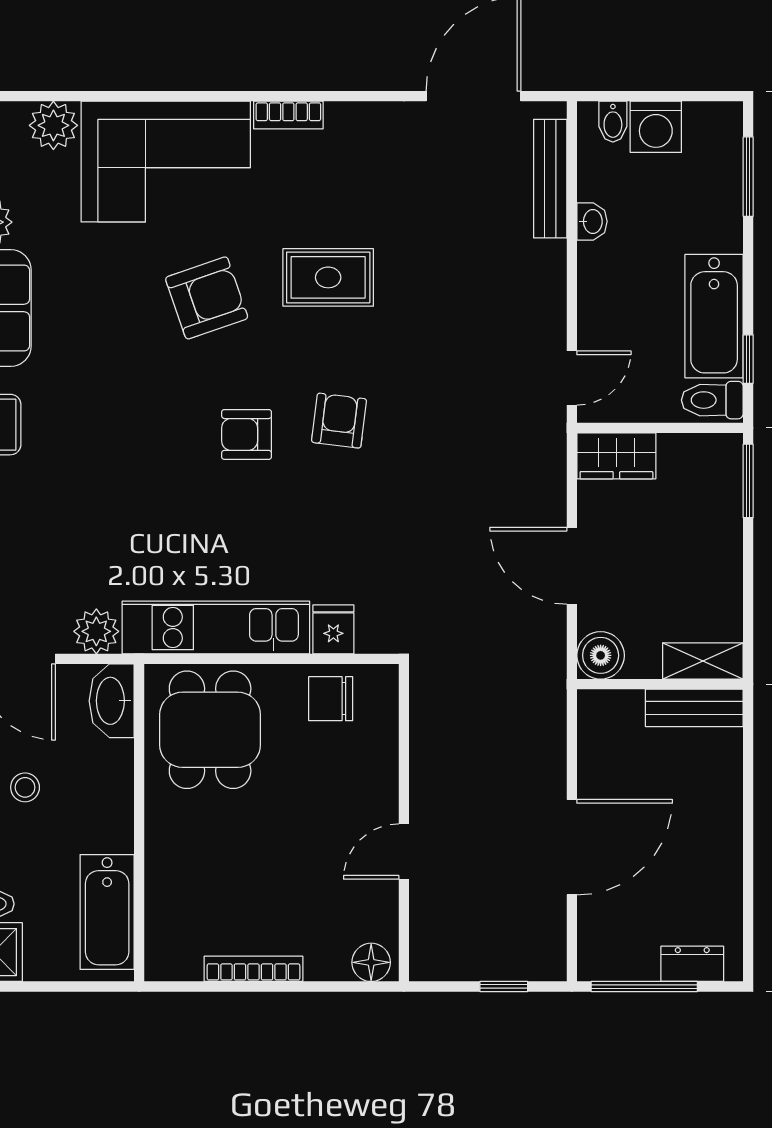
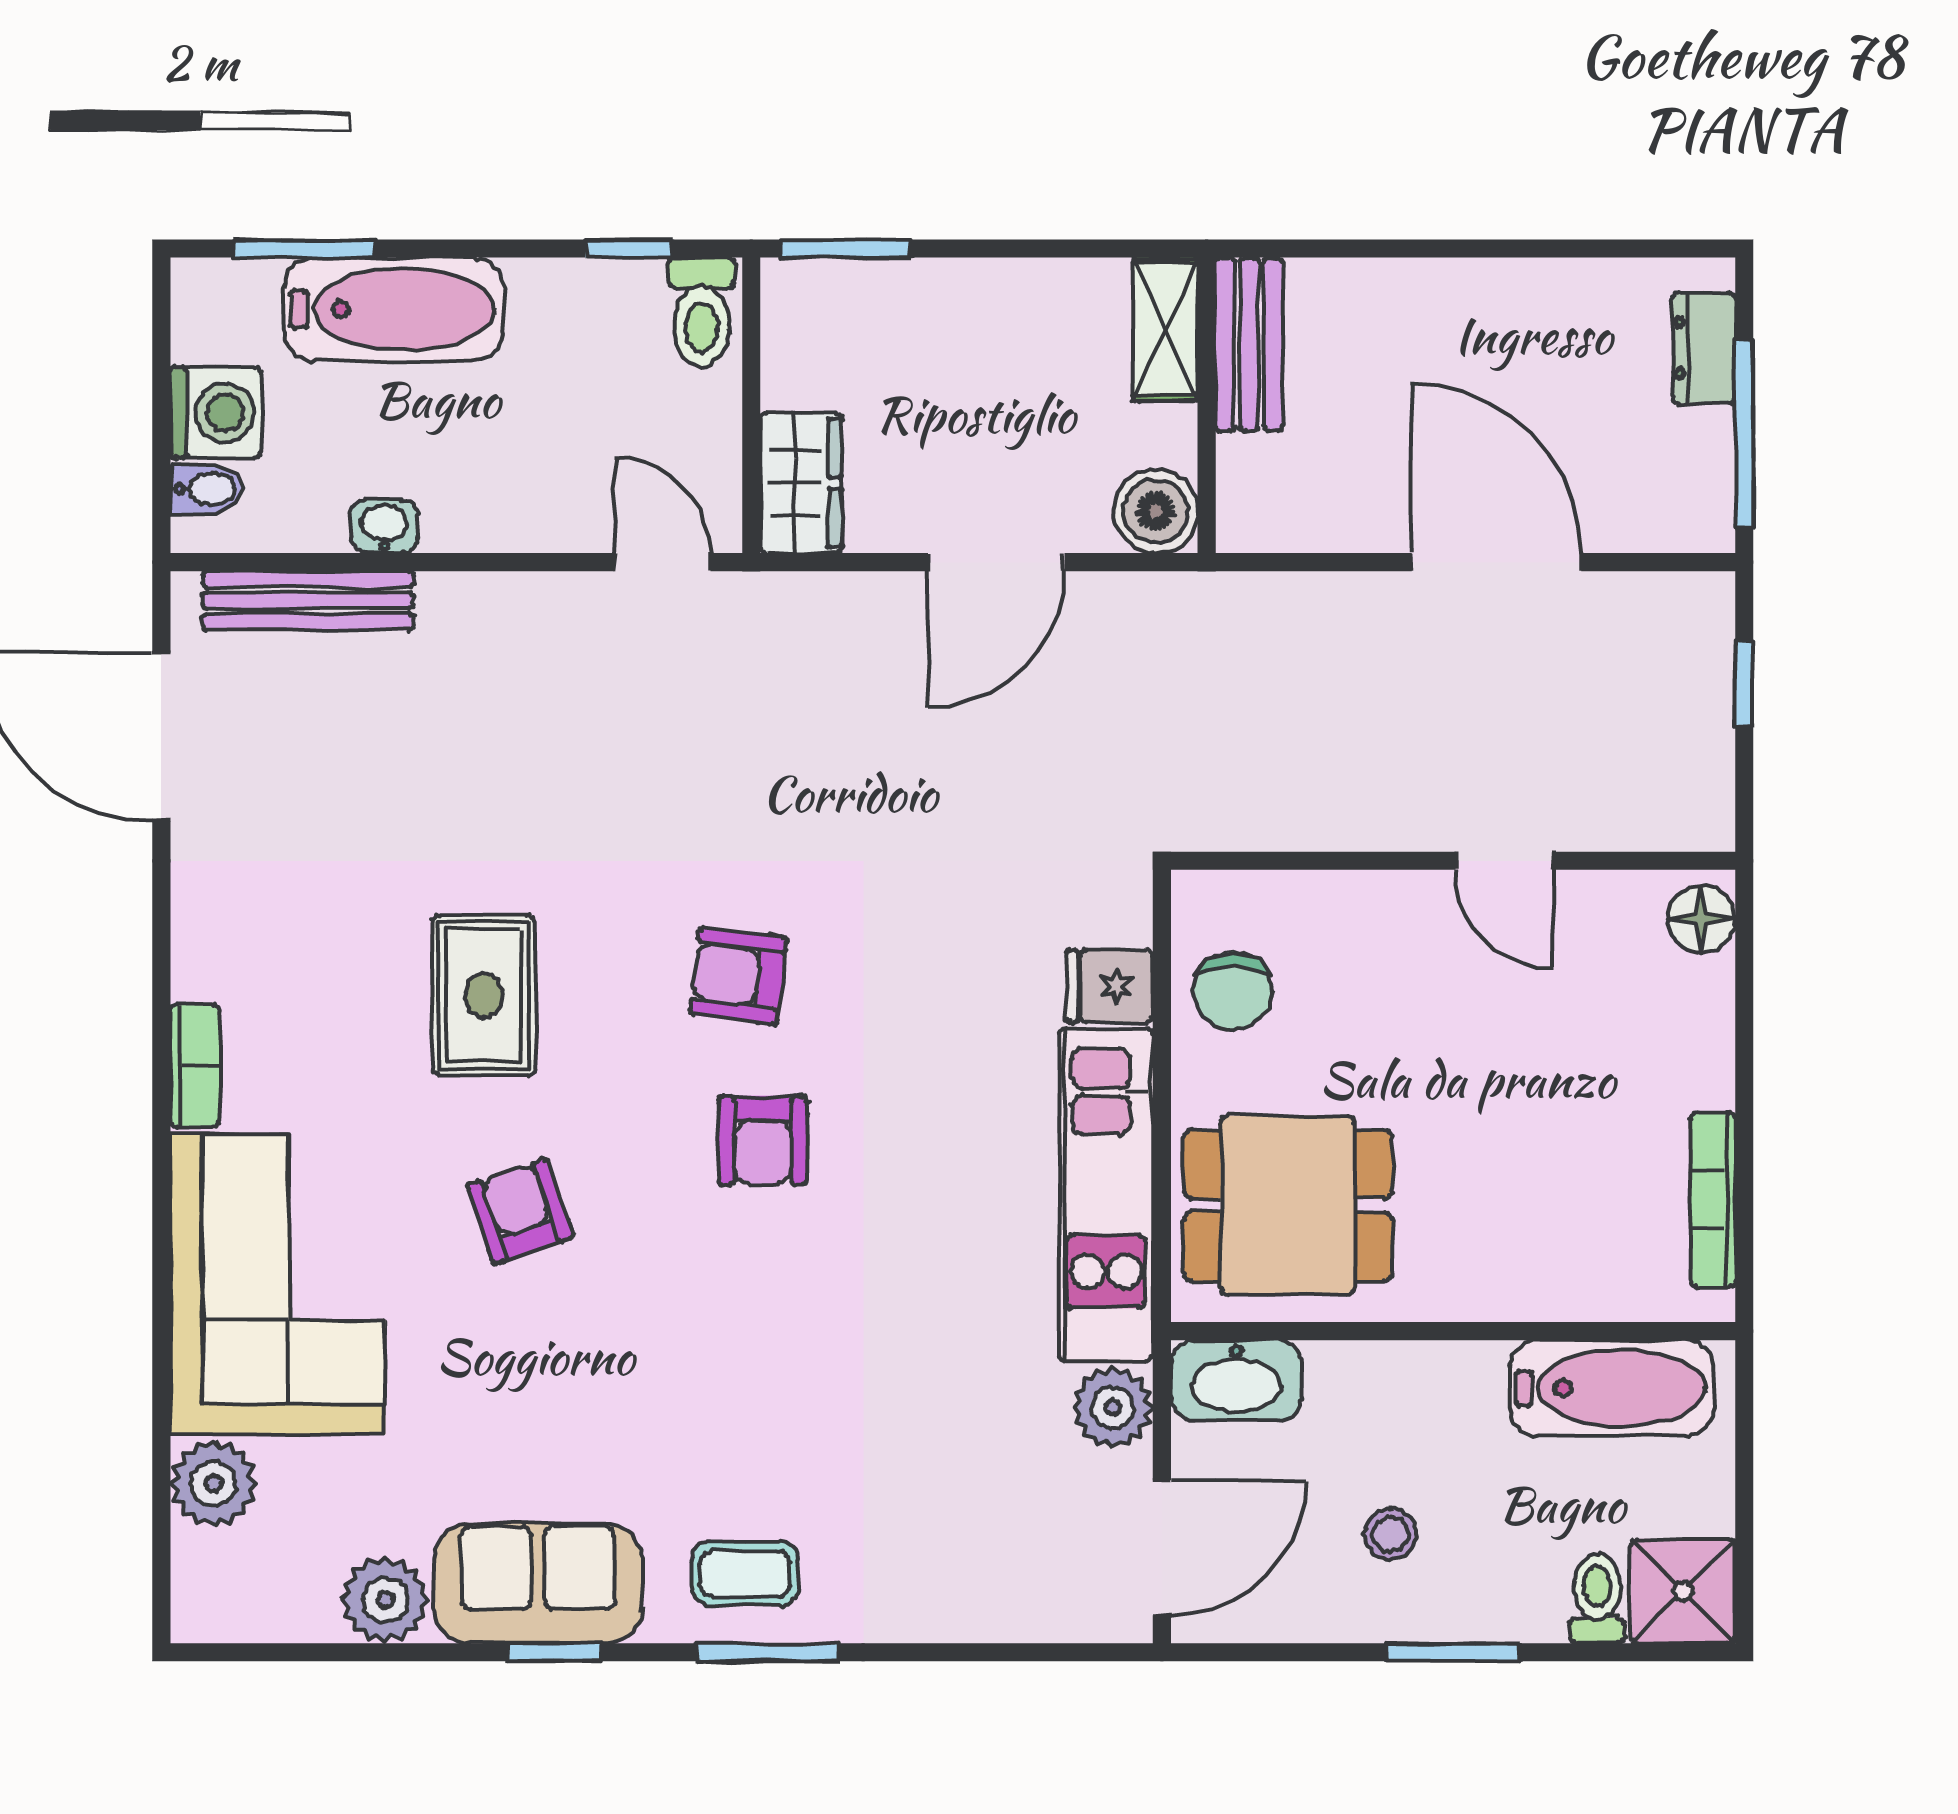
armchair: (207, 298) -> (520, 1211), width x0.72, depth x0.72
bathtub: (714, 316) -> (393, 309), moved
bookcase: (254, 969) -> (1713, 1199), moved

